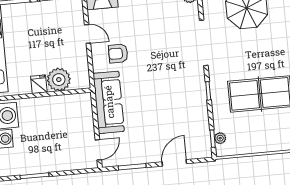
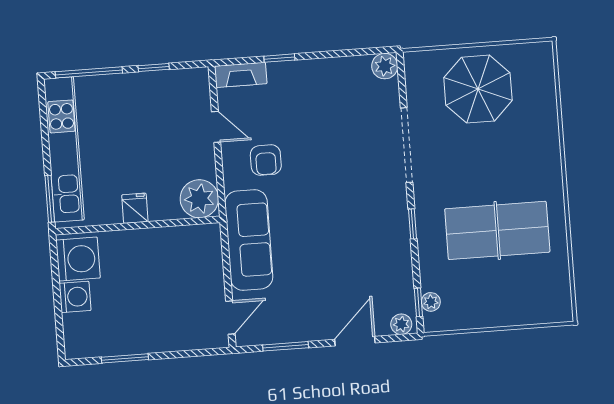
armchair: (118, 54) -> (266, 160), turned -90
plant: (59, 80) -> (199, 199), moved
plant: (202, 152) -> (401, 324), added

